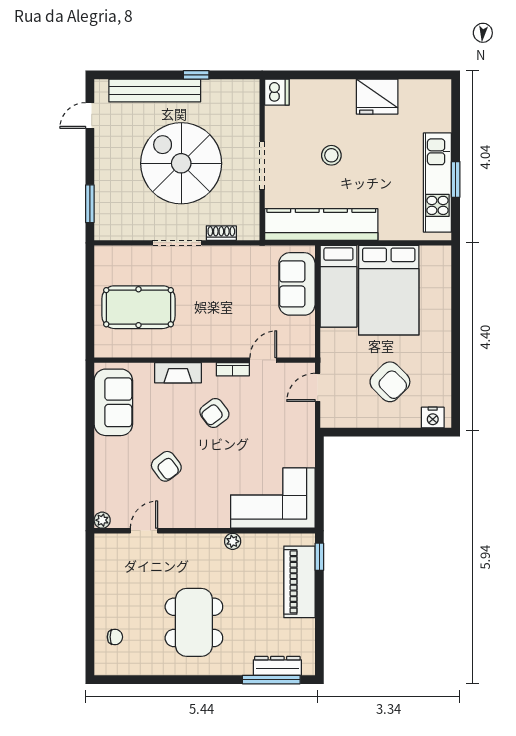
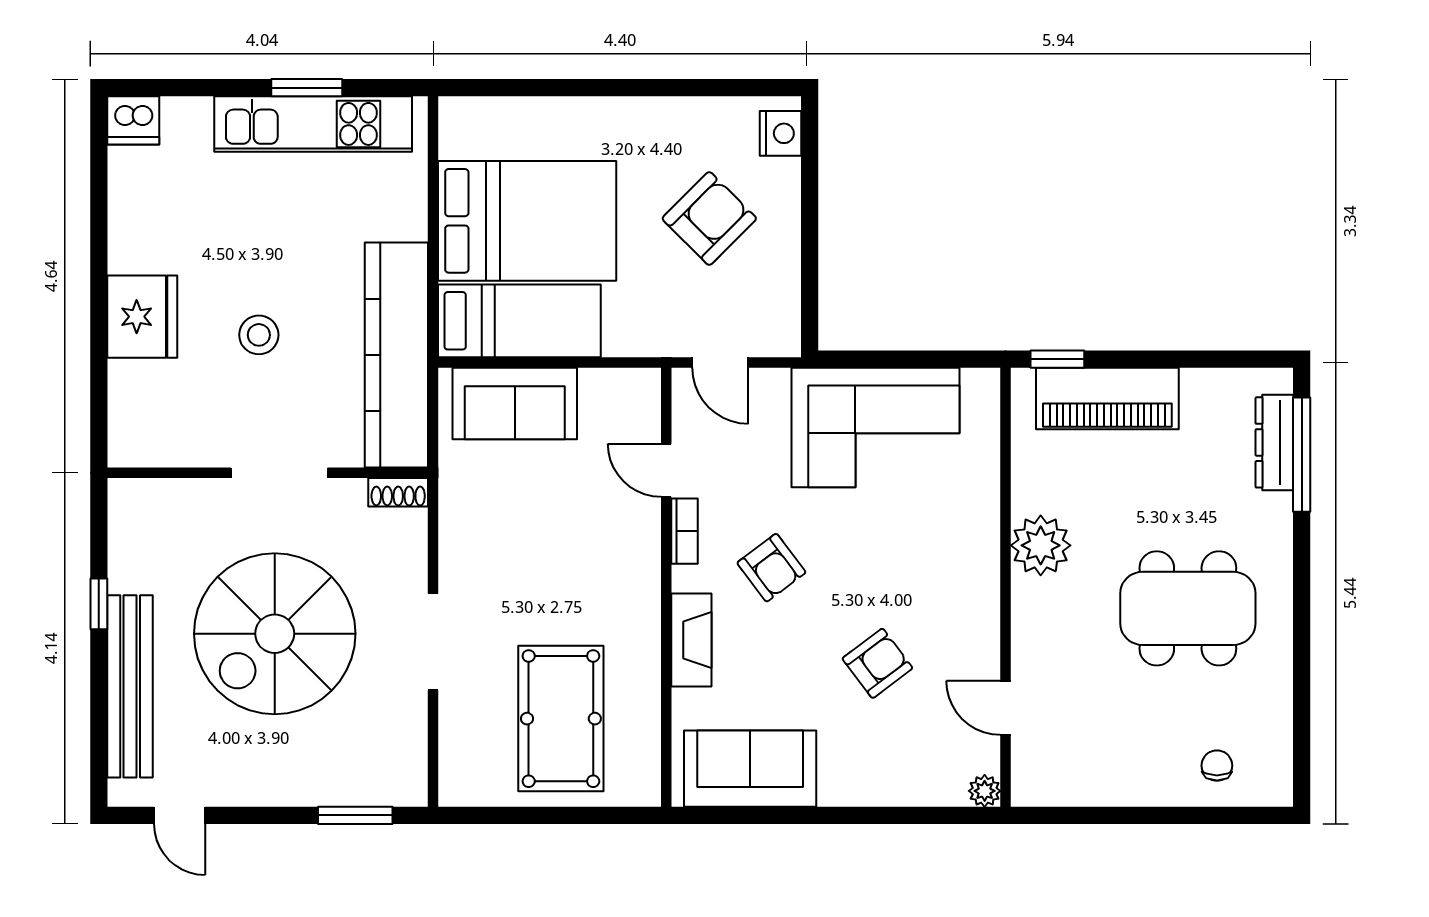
dishwasher: (277, 92) -> (133, 120), moved, turned 180
fridge: (377, 97) -> (142, 317), moved
shoe rack: (221, 233) -> (398, 492), moved, turned -90
corner sofa: (273, 498) -> (875, 427), moved, turned -90
plant: (233, 541) -> (1041, 545), width x1.88, depth x1.88

